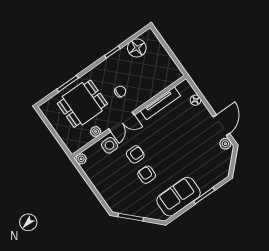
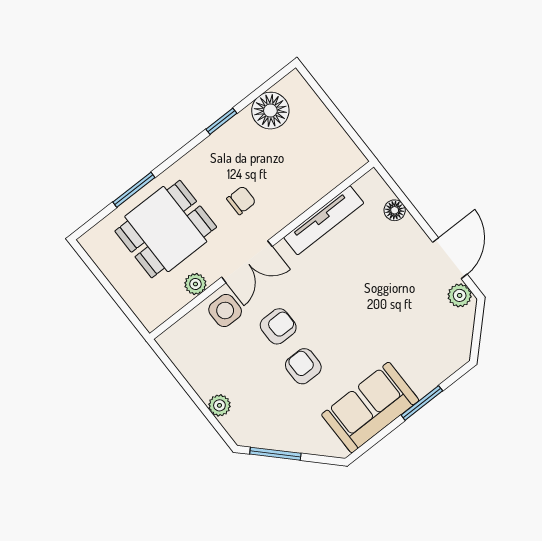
plant: (81, 159) -> (219, 405), moved

